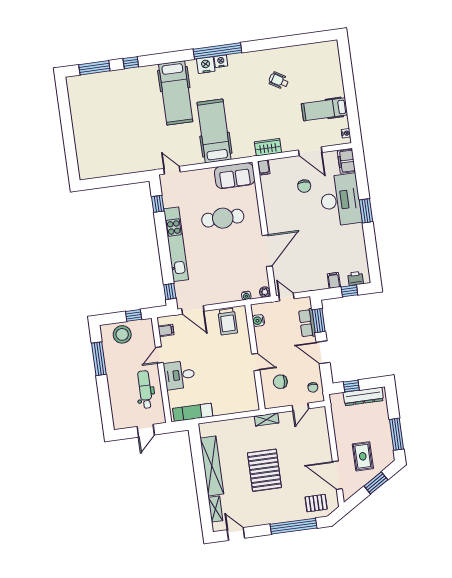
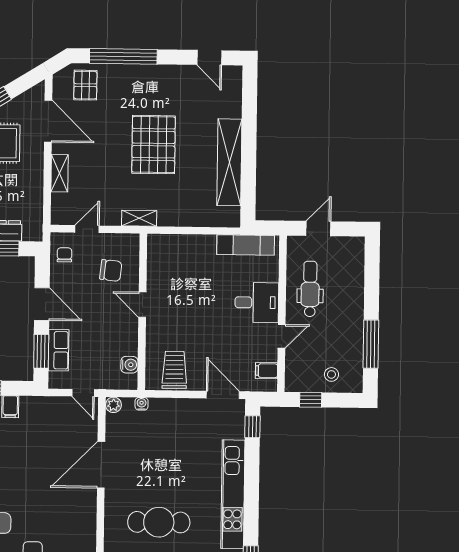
stool: (122, 334) -> (331, 374), width x0.53, depth x0.53
dental chair: (145, 390) -> (310, 289), turned 180
pallet: (316, 503) -> (85, 85), turned 90
shelving: (215, 509) -> (60, 173), moved

